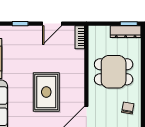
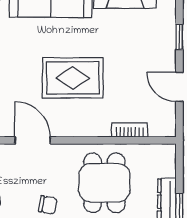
bookcase: (80, 37) -> (130, 130), moved

